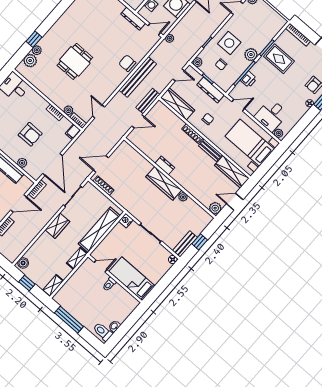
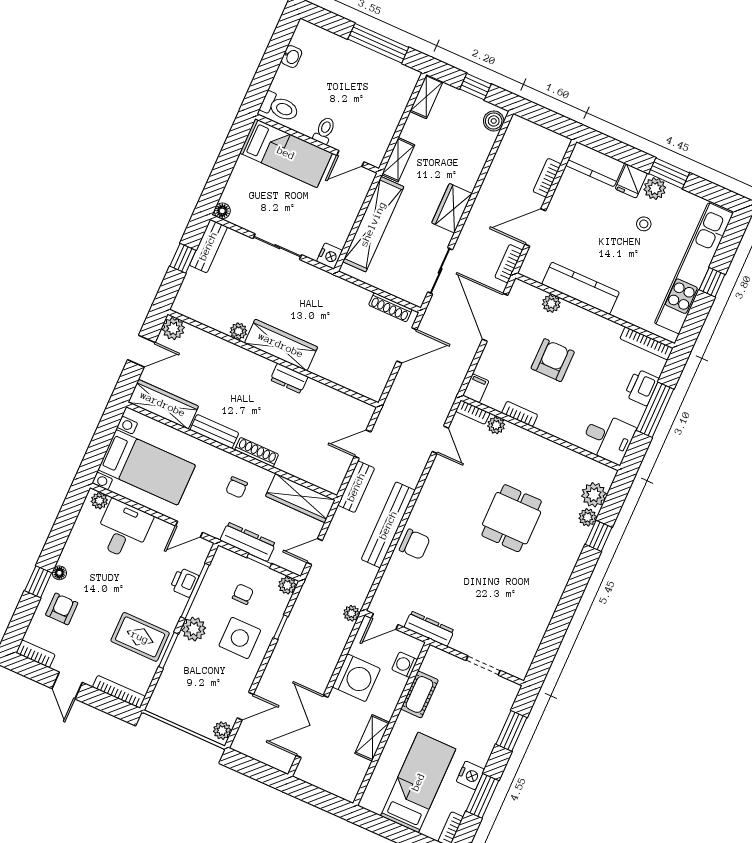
armchair: (30, 134) -> (553, 360), turned 90
toilet: (103, 332) -> (280, 107), moved

